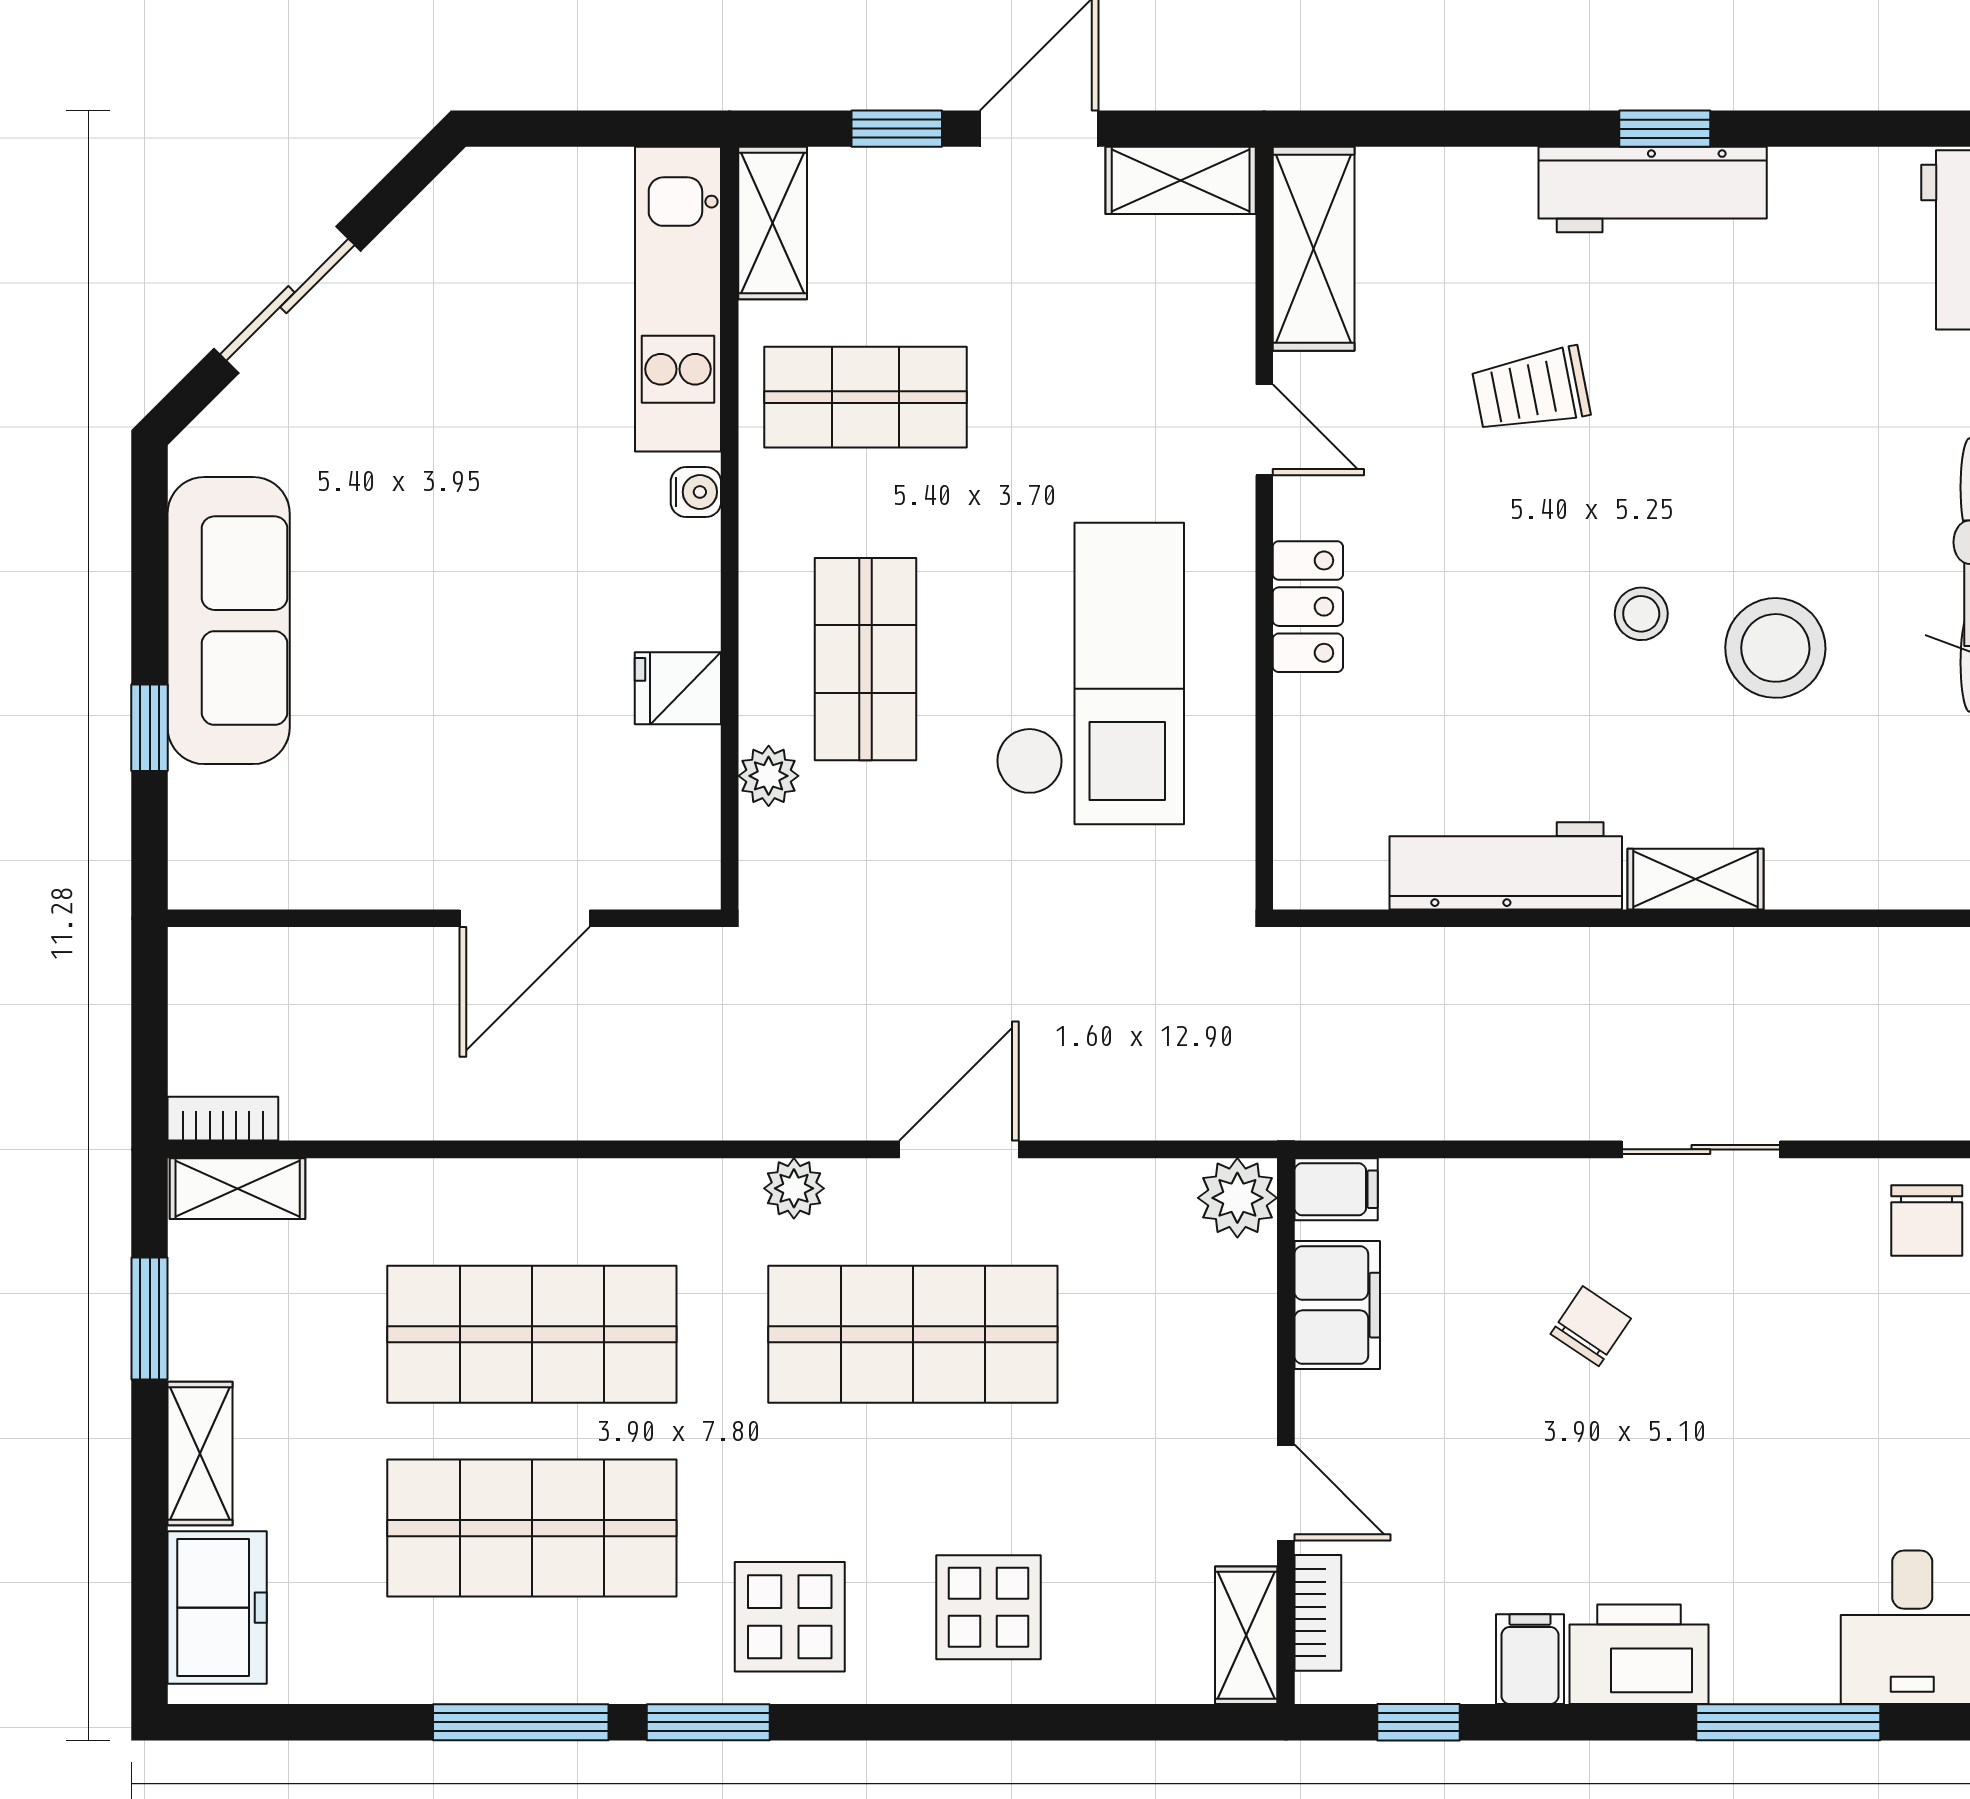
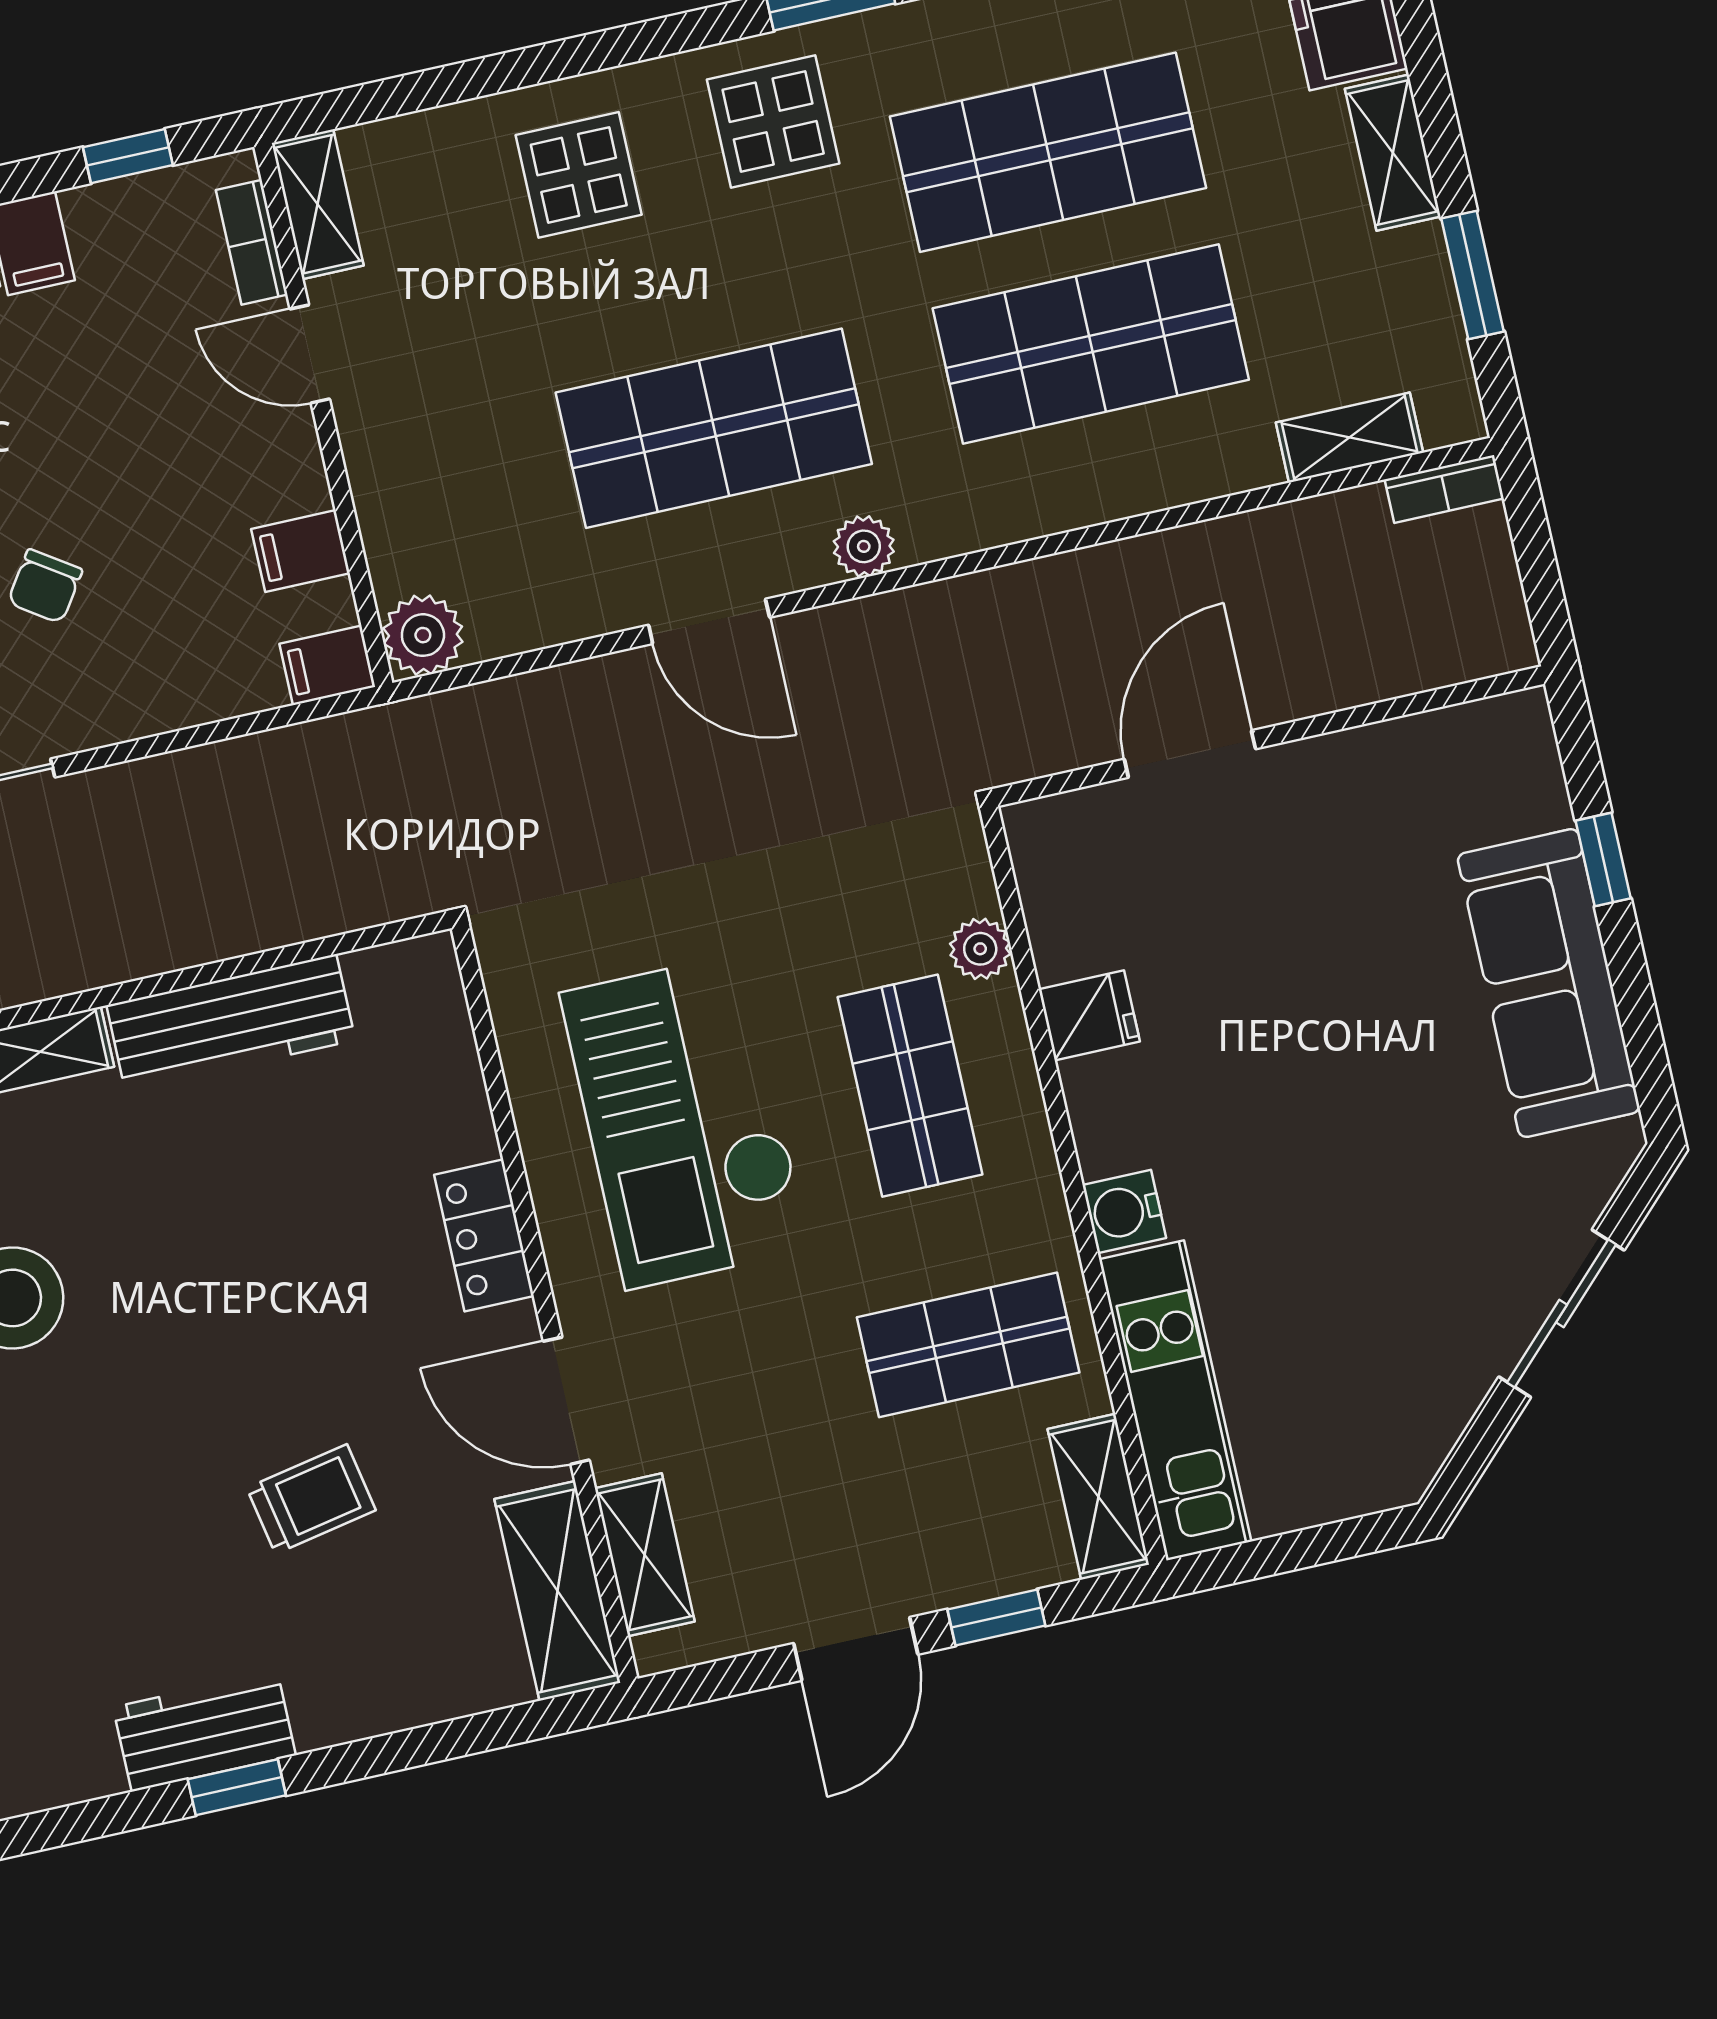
shelving: (1181, 180) -> (645, 1555), moved, turned 90
workbench: (1653, 190) -> (204, 1731), width x0.73
door: (1264, 430) -> (566, 1401), width x1.38
water cooler: (696, 492) -> (1124, 1211), width x1.38, depth x1.38
stool: (1641, 614) -> (153, 1302), removed
door: (959, 1149) -> (709, 621), hinge flipped
shelving: (238, 1189) -> (1349, 438), moved
filing cabinet: (1337, 1305) -> (300, 551), width x0.50

